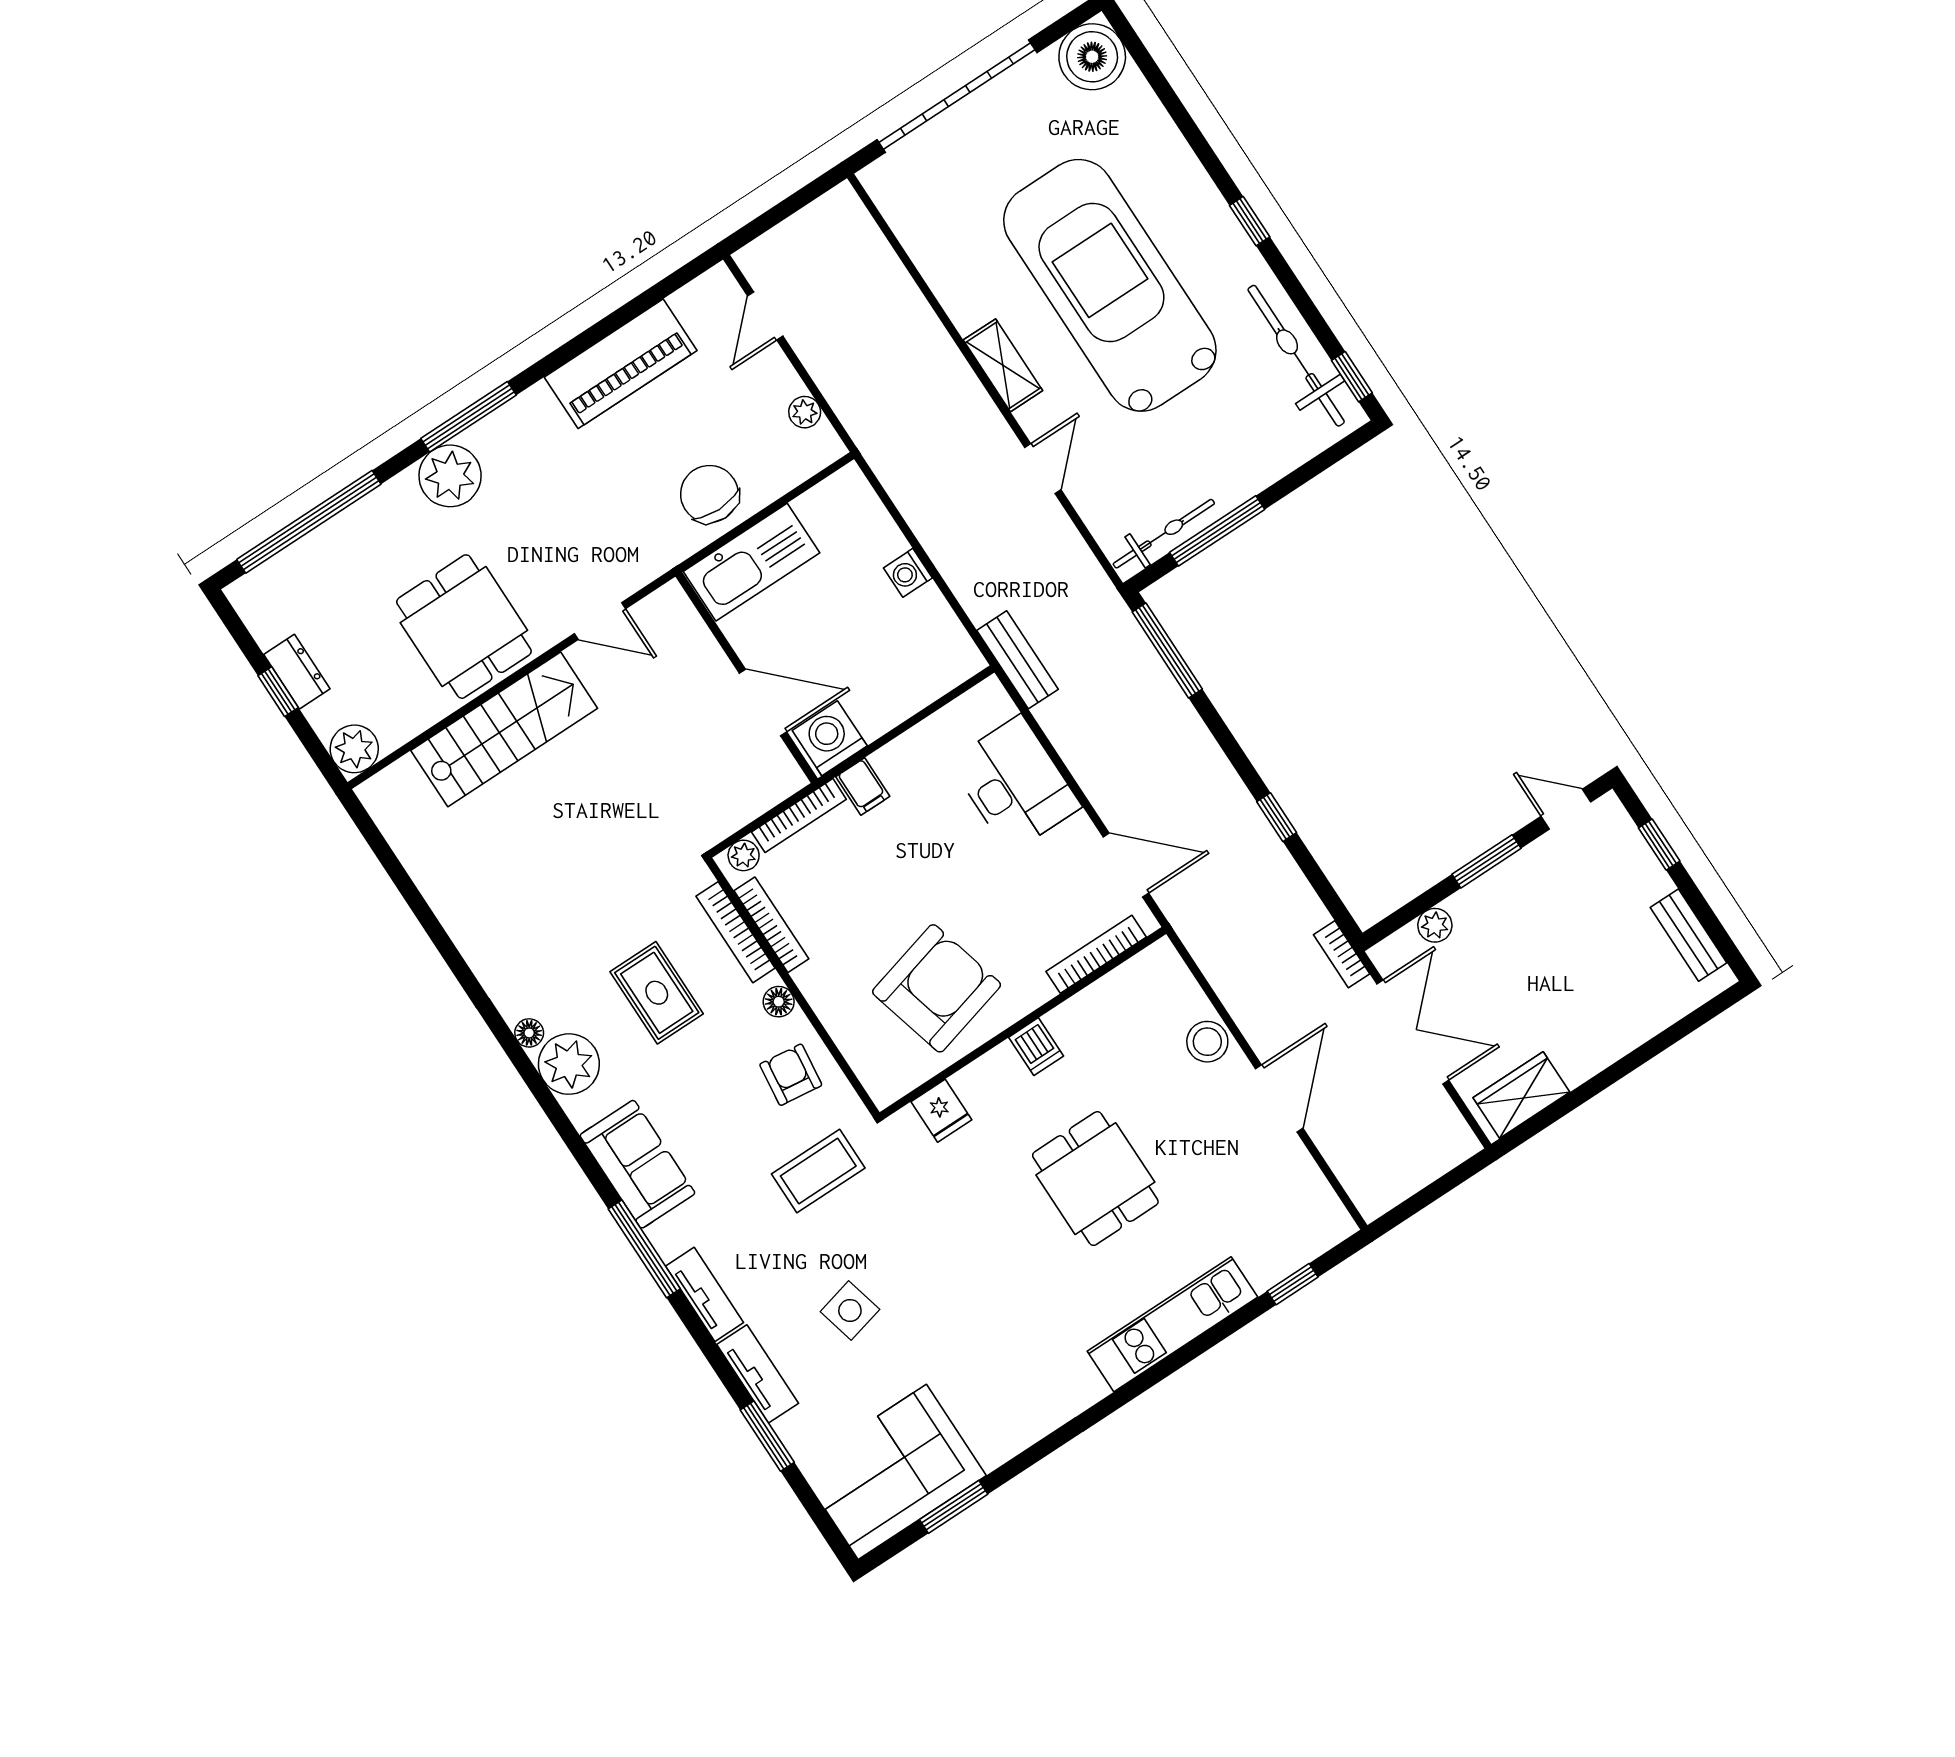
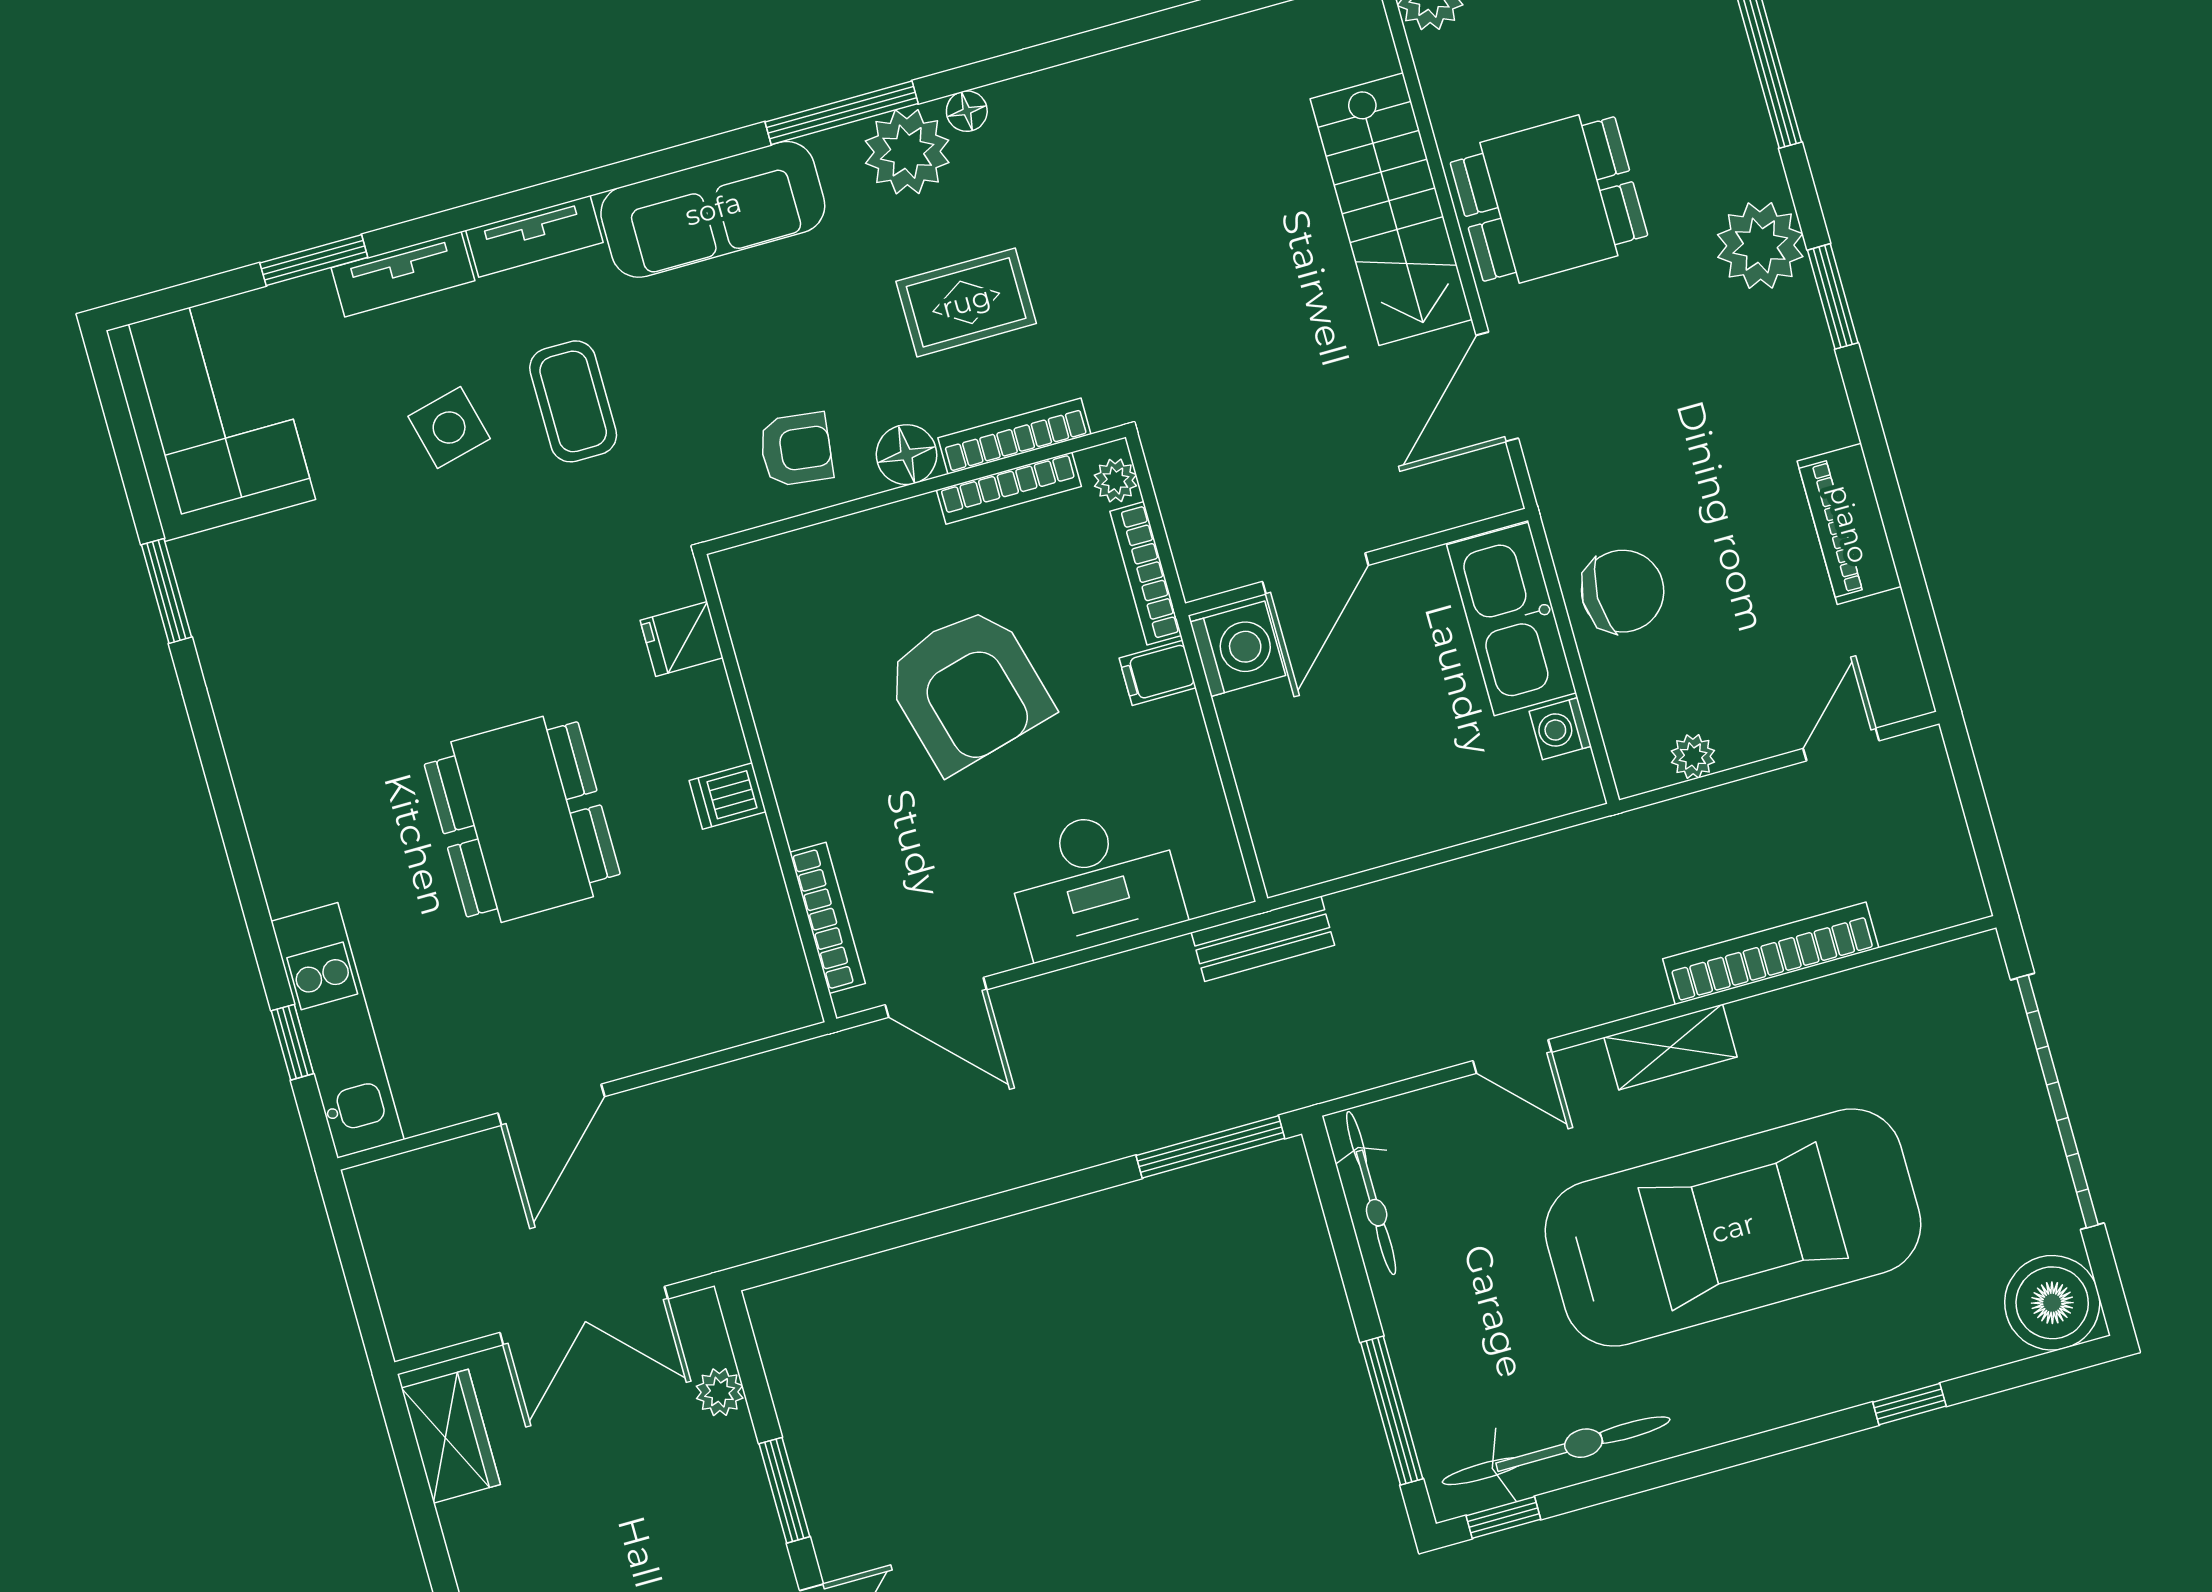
window: (1250, 221) -> (1909, 1404), moved
door: (765, 316) -> (1841, 745), hinge flipped
piano: (621, 364) -> (1849, 524), width x0.73, depth x0.75
window: (469, 417) -> (1833, 296), width x0.69
window: (1217, 531) -> (1392, 1411), moved
washing machine: (908, 573) -> (1560, 729), moved, turned -90
door: (600, 621) -> (1497, 387), width x1.38
window: (1277, 817) -> (936, 1224), removed
door: (1126, 865) -> (936, 997), hinge flipped
bookcase: (1342, 954) -> (1771, 953), moved, width x2.31, depth x1.31
armchair: (937, 988) -> (968, 689), moved
floor lamp: (779, 1002) -> (907, 455), width x1.37, depth x1.37
stool: (1207, 1042) -> (660, 1031), removed
door: (1279, 1098) -> (551, 1105), hinge flipped
sofa: (637, 1164) -> (713, 209), width x1.36
coffee table: (818, 1171) -> (573, 401), moved
dining table: (1095, 1179) -> (522, 819), width x1.38
window: (644, 1249) -> (842, 113), moved
kitchen unit: (1172, 1324) -> (337, 1030), moved
window: (954, 1507) -> (166, 591), moved

